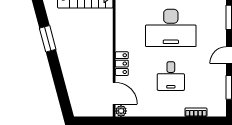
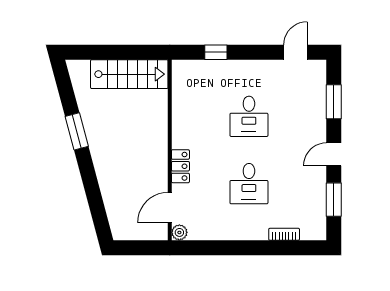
desk: (171, 28) -> (249, 116), width x0.53, depth x0.77
door: (114, 93) -> (170, 208), swing flipped

